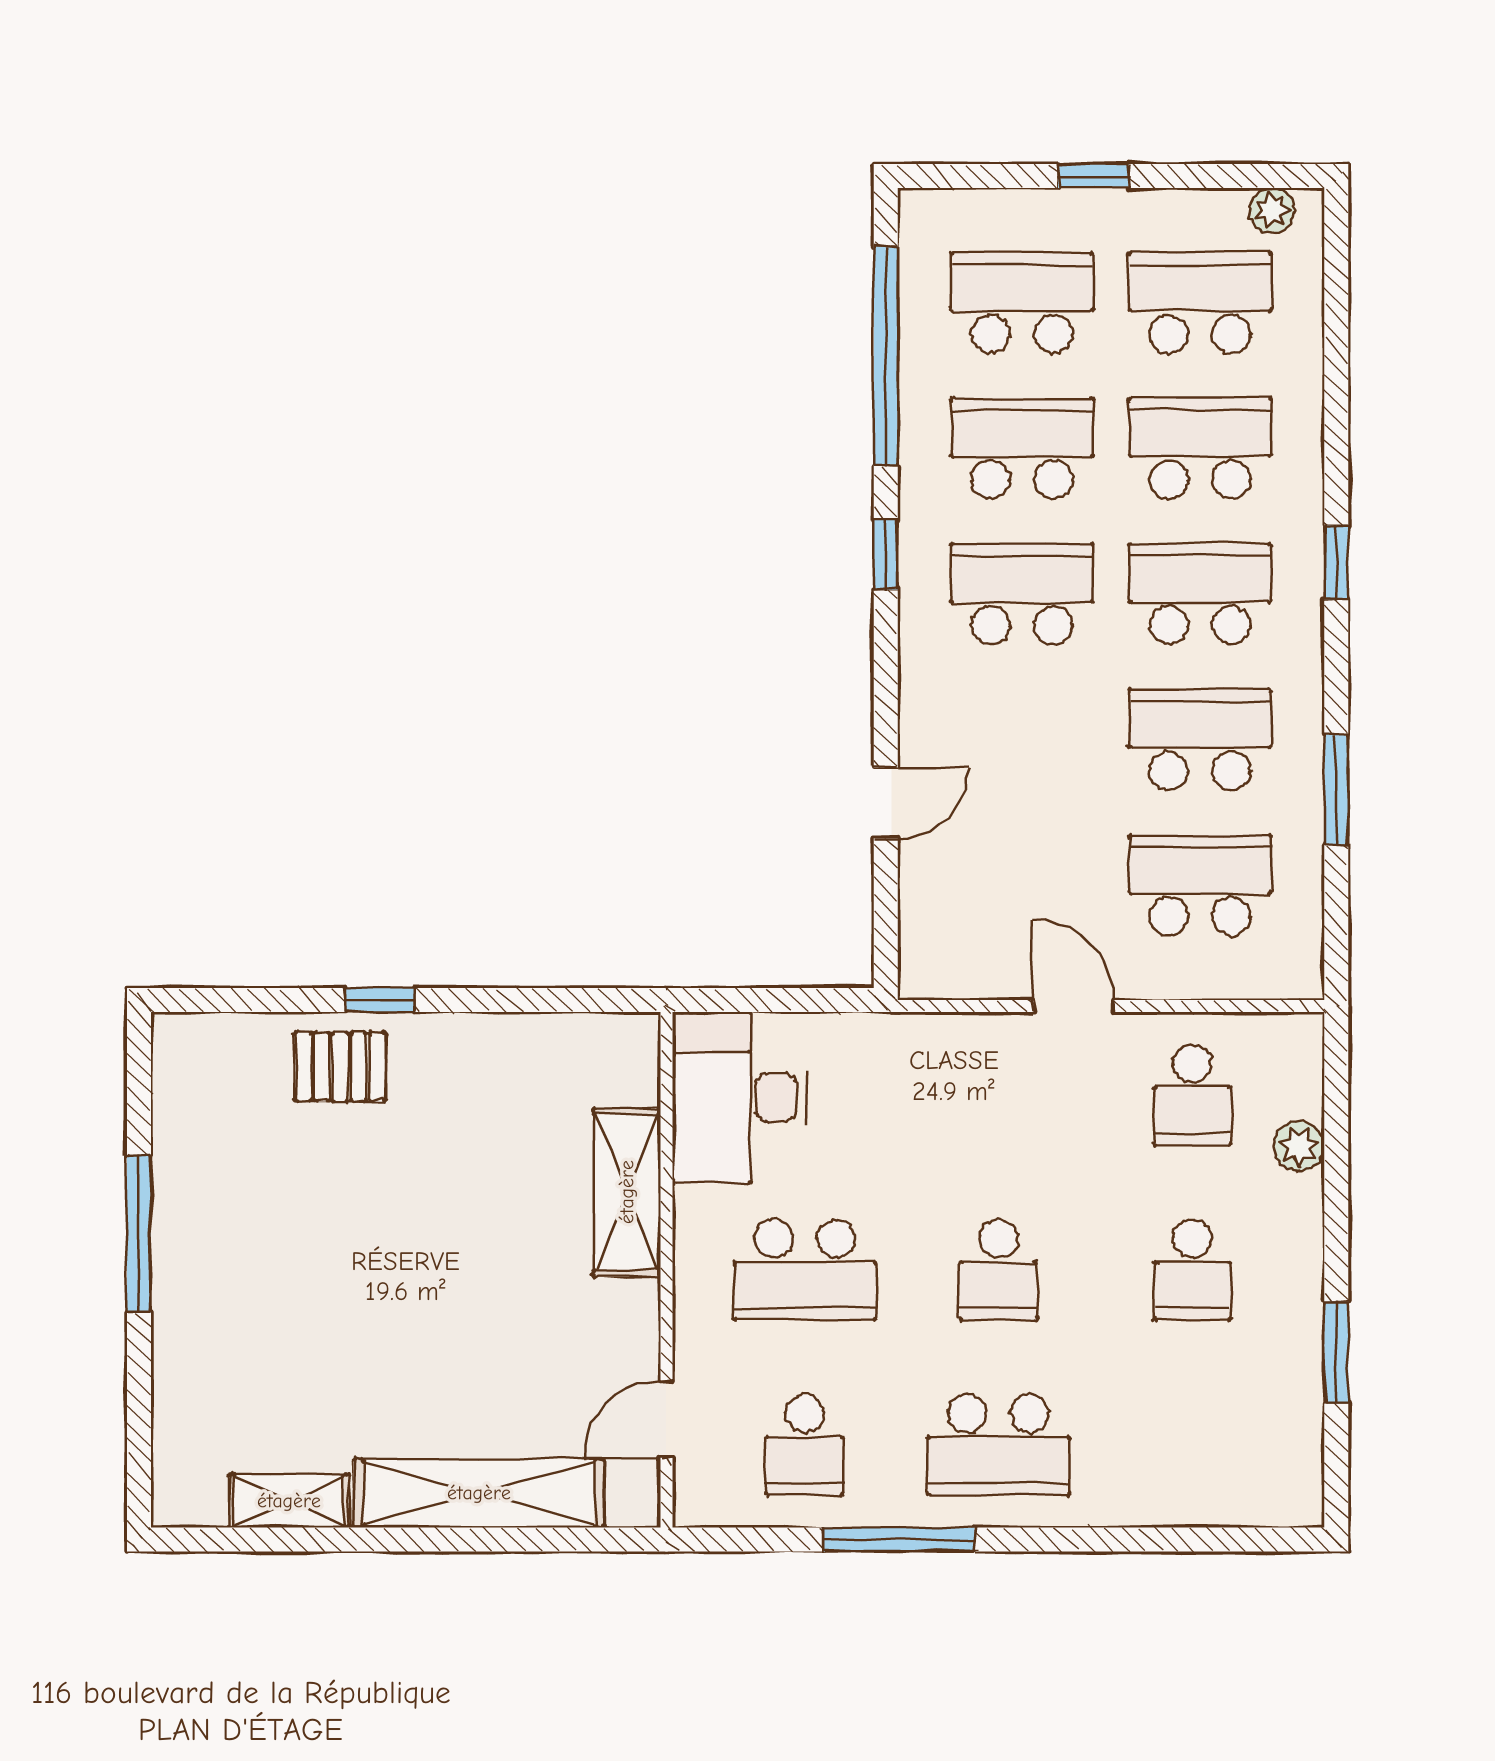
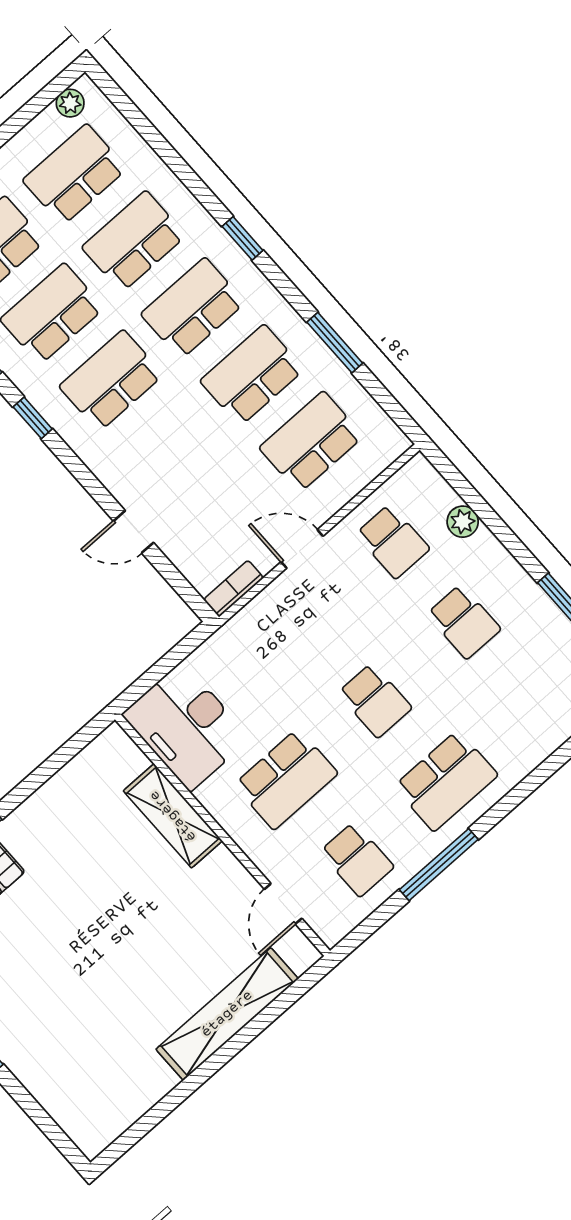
door: (886, 803) -> (133, 532), swing flipped
bookcase: (947, 980) -> (234, 589), added
shelving: (289, 1501) -> (143, 1095), removed

